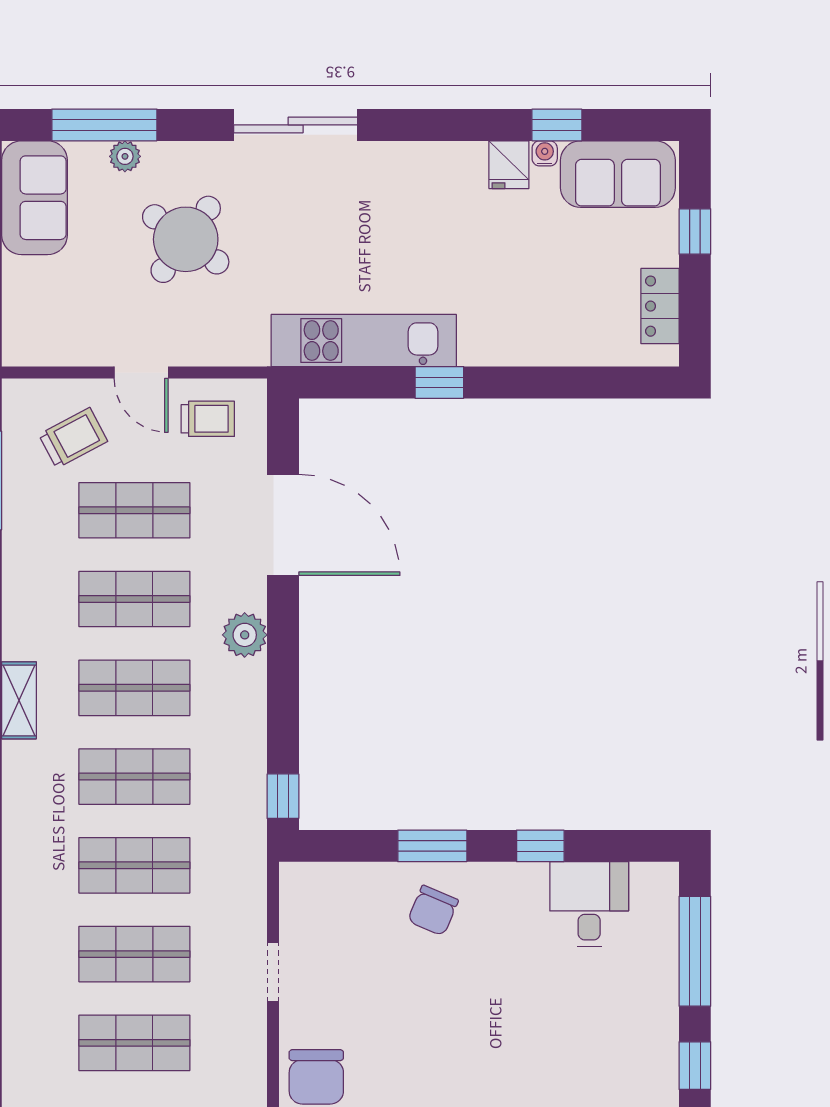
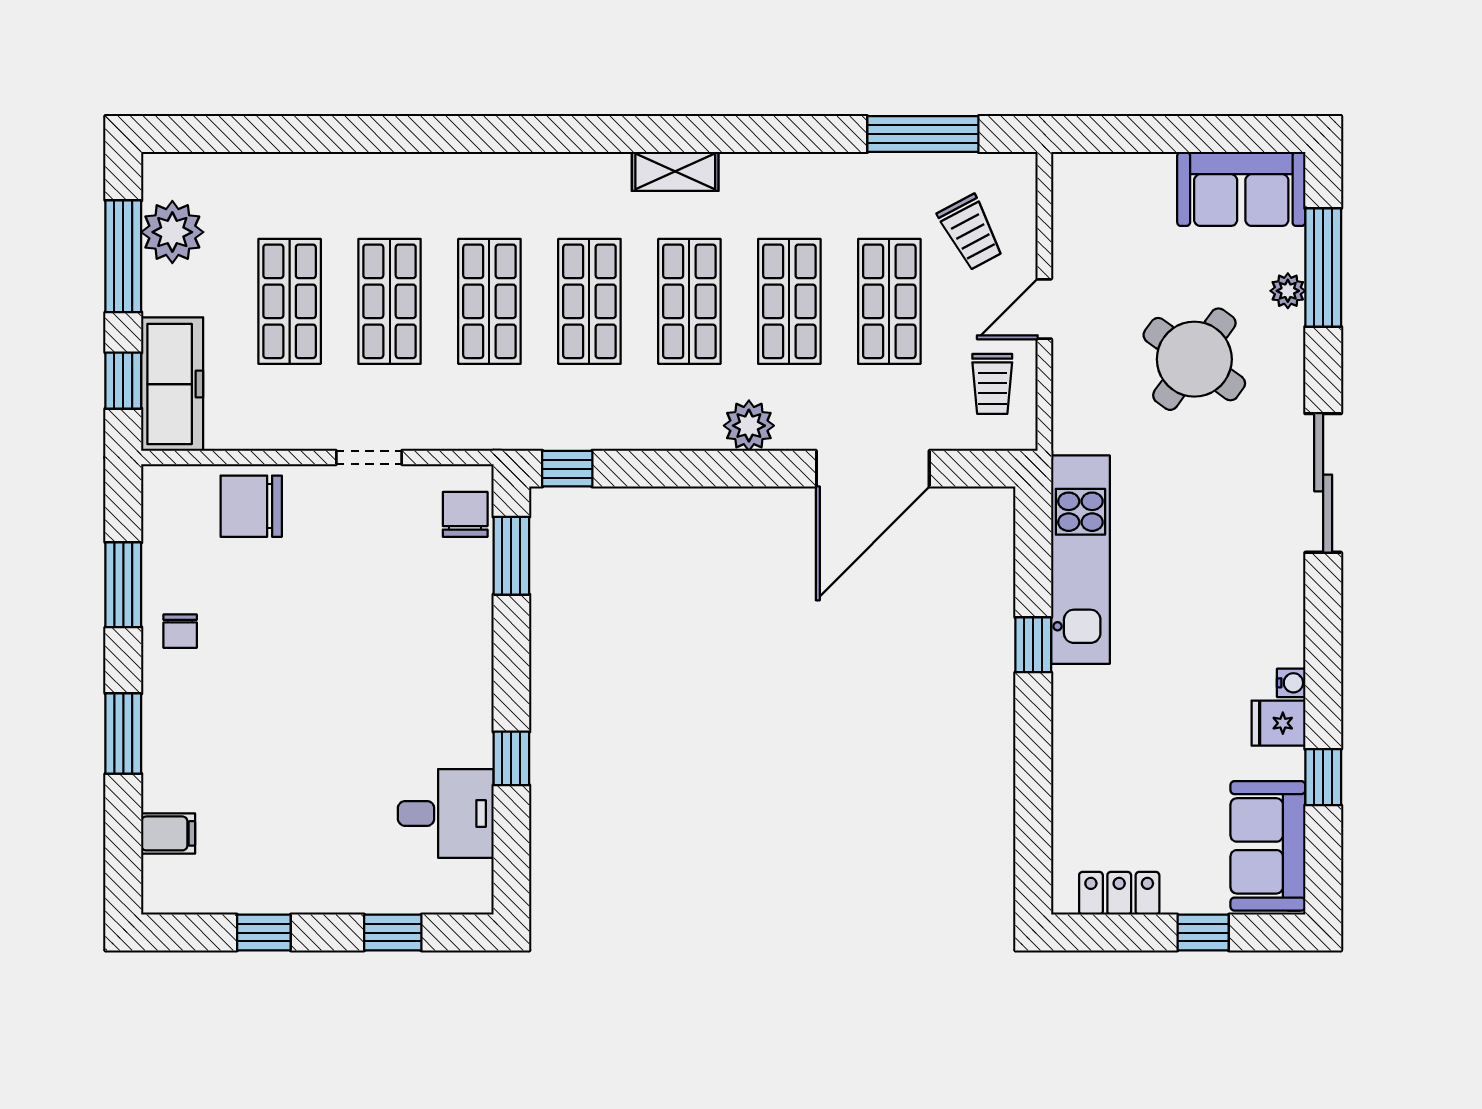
water cooler: (545, 153) -> (1291, 683), moved
window: (432, 846) -> (511, 556), moved
chair: (433, 910) -> (465, 514), moved, turned 67
window: (695, 951) -> (393, 933), width x0.46

